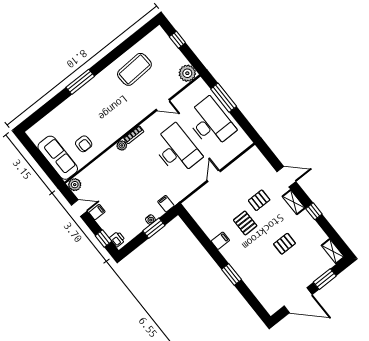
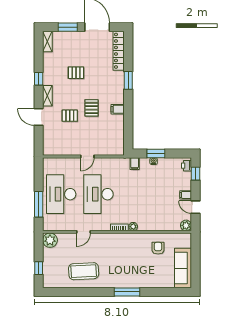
door: (163, 105) -> (84, 232), swing flipped
sofa: (58, 158) -> (183, 268), moved
locker: (262, 294) -> (119, 51), added

